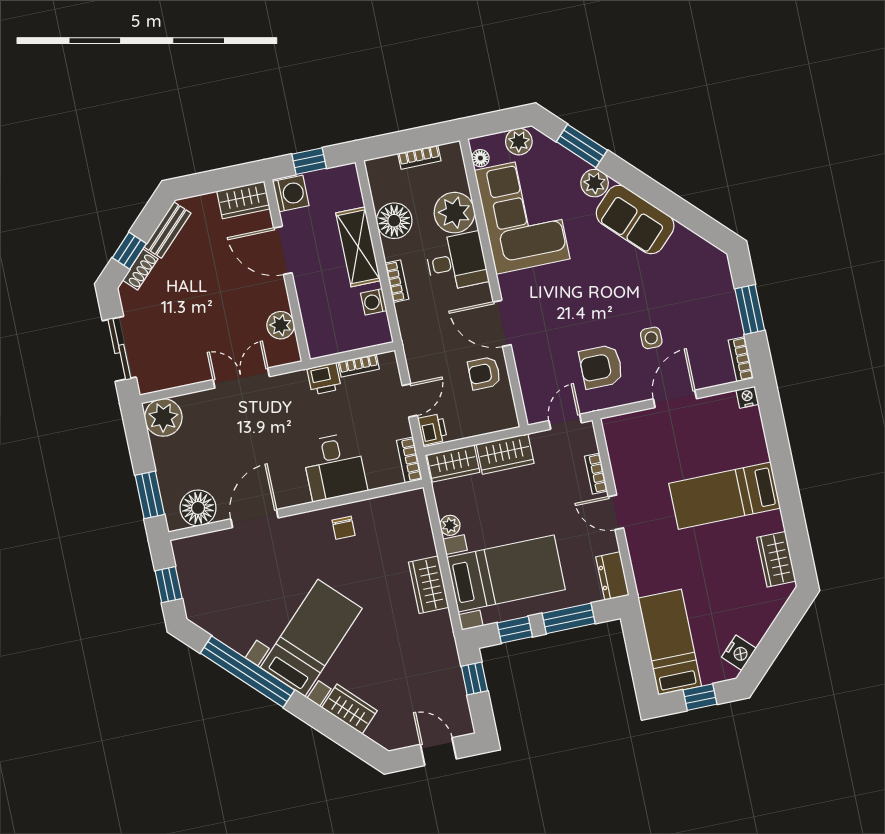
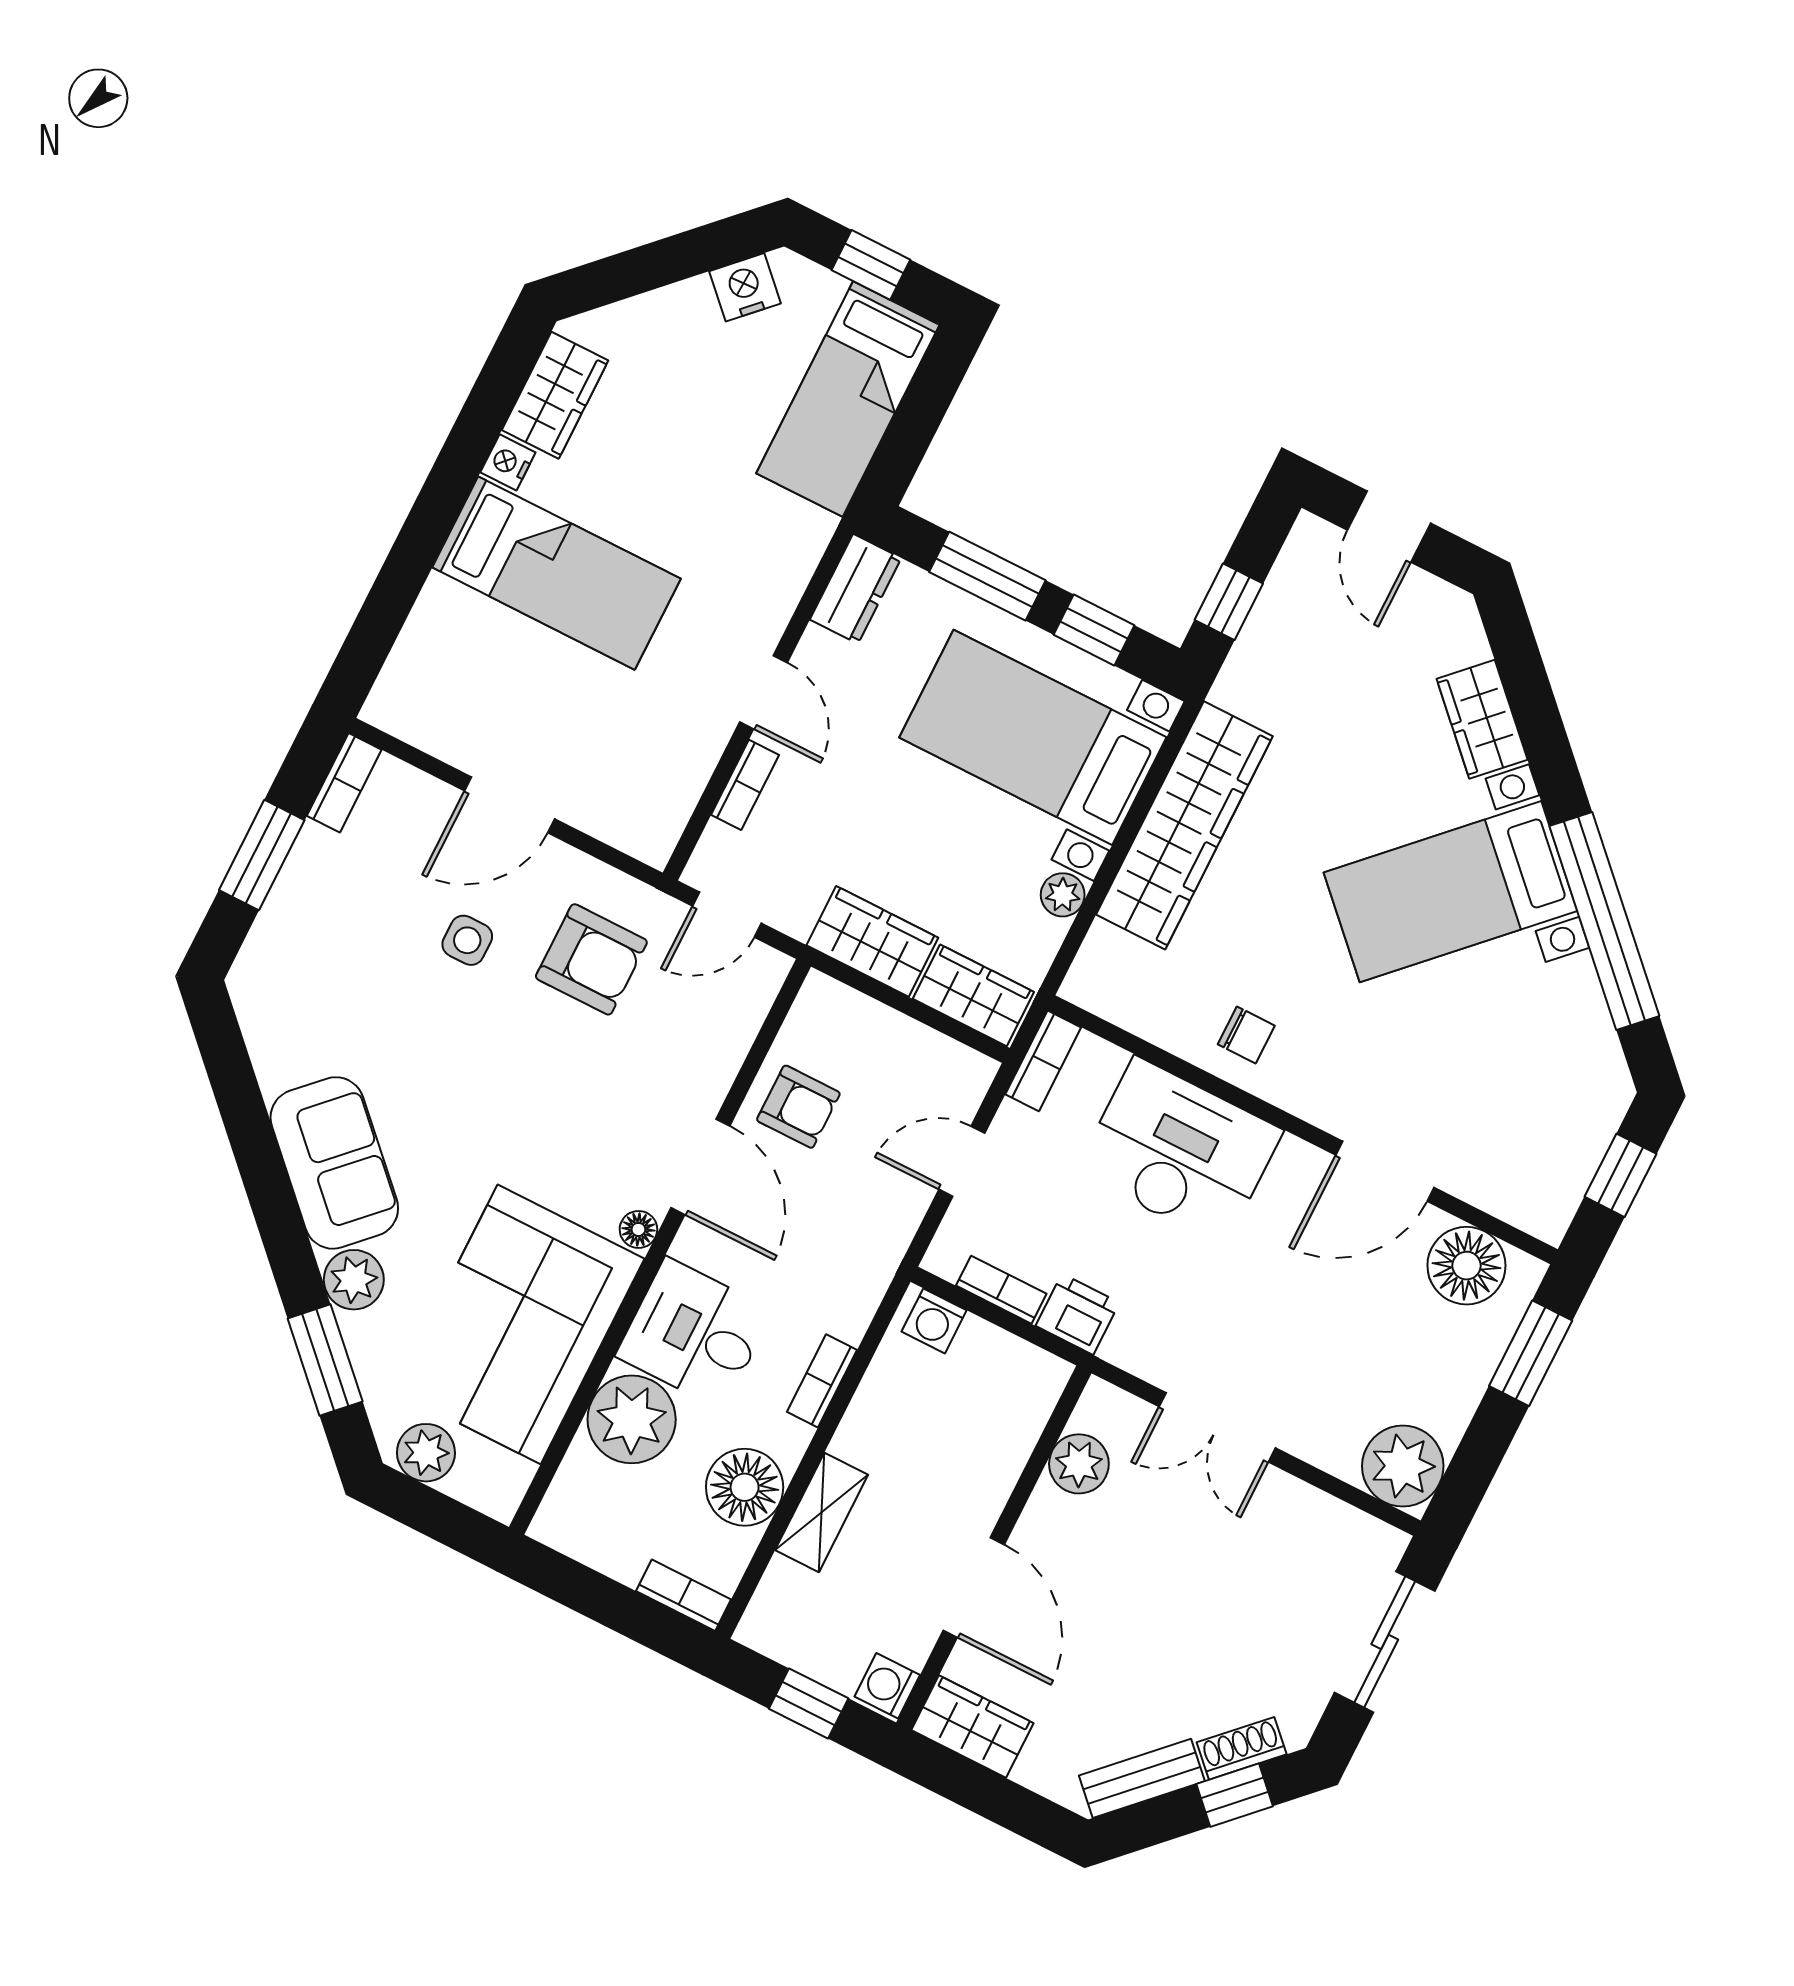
bookcase: (419, 157) -> (683, 1595), moved
floor lamp: (480, 158) -> (638, 1229), moved
washing machine: (291, 194) -> (887, 1686), width x0.73, depth x0.73
shelving: (358, 247) -> (822, 1512), width x0.67, depth x0.75
washing machine: (374, 302) -> (934, 1321), moved, turned 90
nightstand: (747, 397) -> (508, 462), moved, turned 90
printer: (432, 429) -> (962, 1082), removed
desk: (334, 467) -> (1179, 1151), width x1.37
chair: (344, 528) -> (1246, 1035), turned 90
wardrobe: (429, 585) -> (1184, 825), width x2.10, depth x1.17

